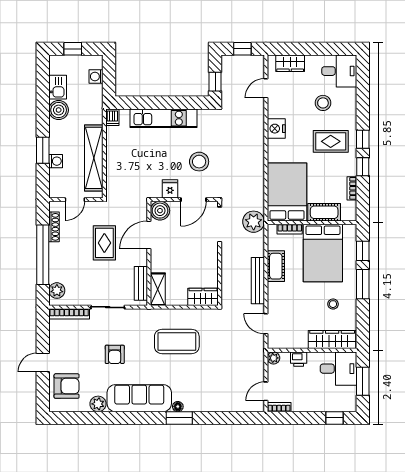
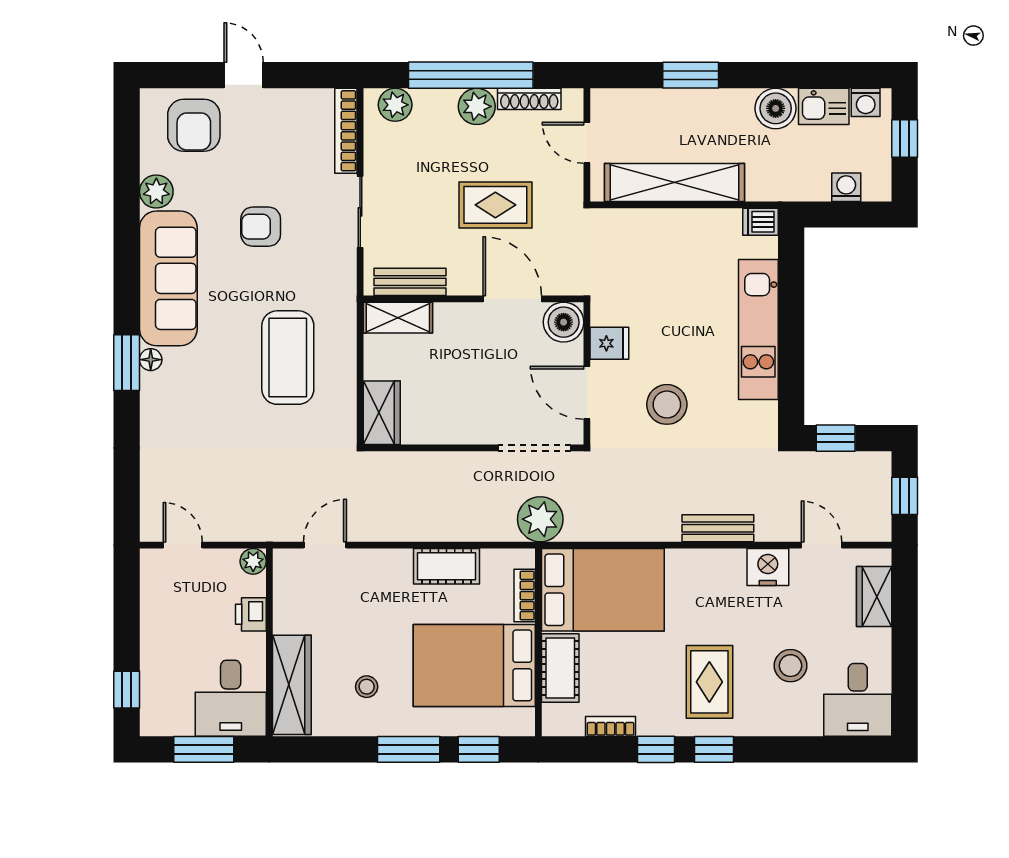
nightstand: (276, 129) -> (768, 567), moved
washing machine: (56, 161) -> (866, 102), moved
plant: (58, 252) -> (477, 106), added
bench: (258, 281) -> (718, 528), moved, width x0.73
bookcase: (279, 407) -> (150, 573), removed

